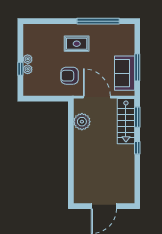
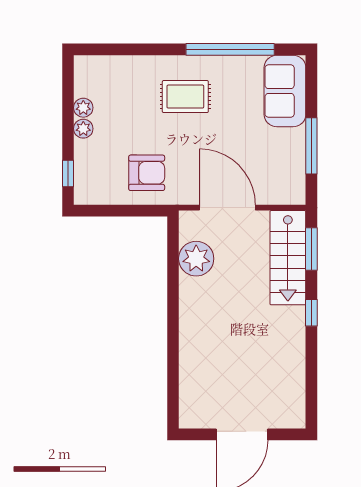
window: (20, 69) -> (68, 173), moved
plant: (28, 69) -> (83, 108), moved
sofa: (125, 73) -> (285, 91), moved
armchair: (70, 76) -> (147, 173), moved, turned 180

